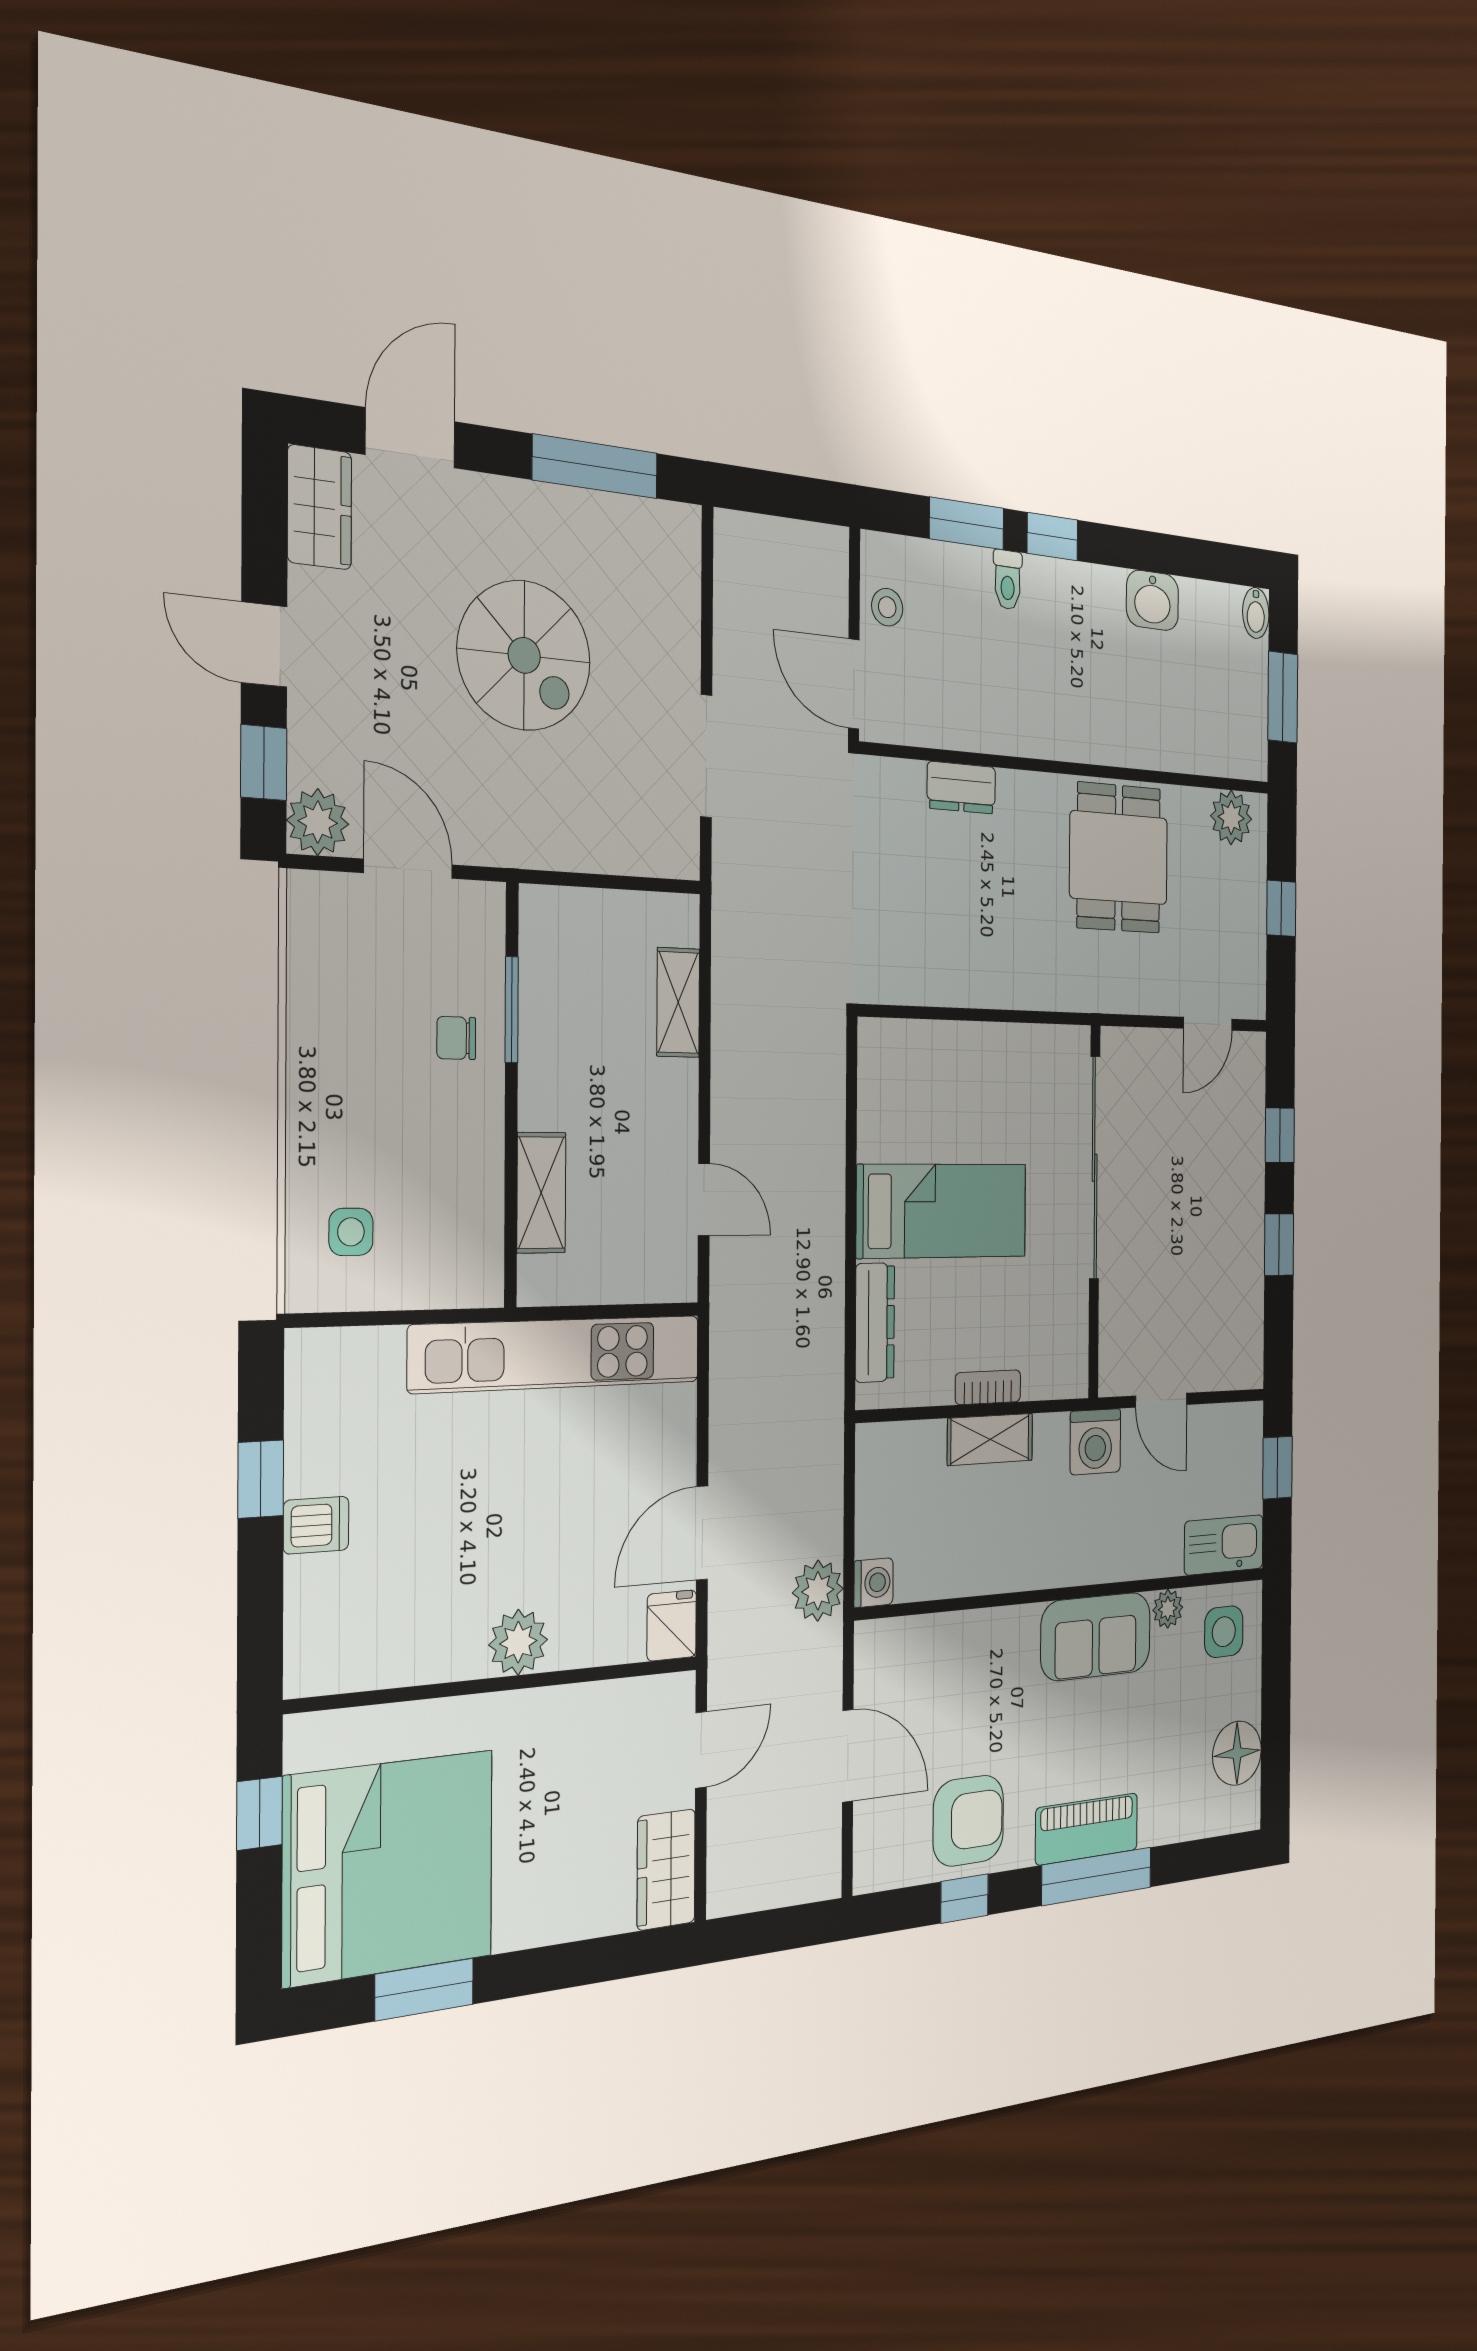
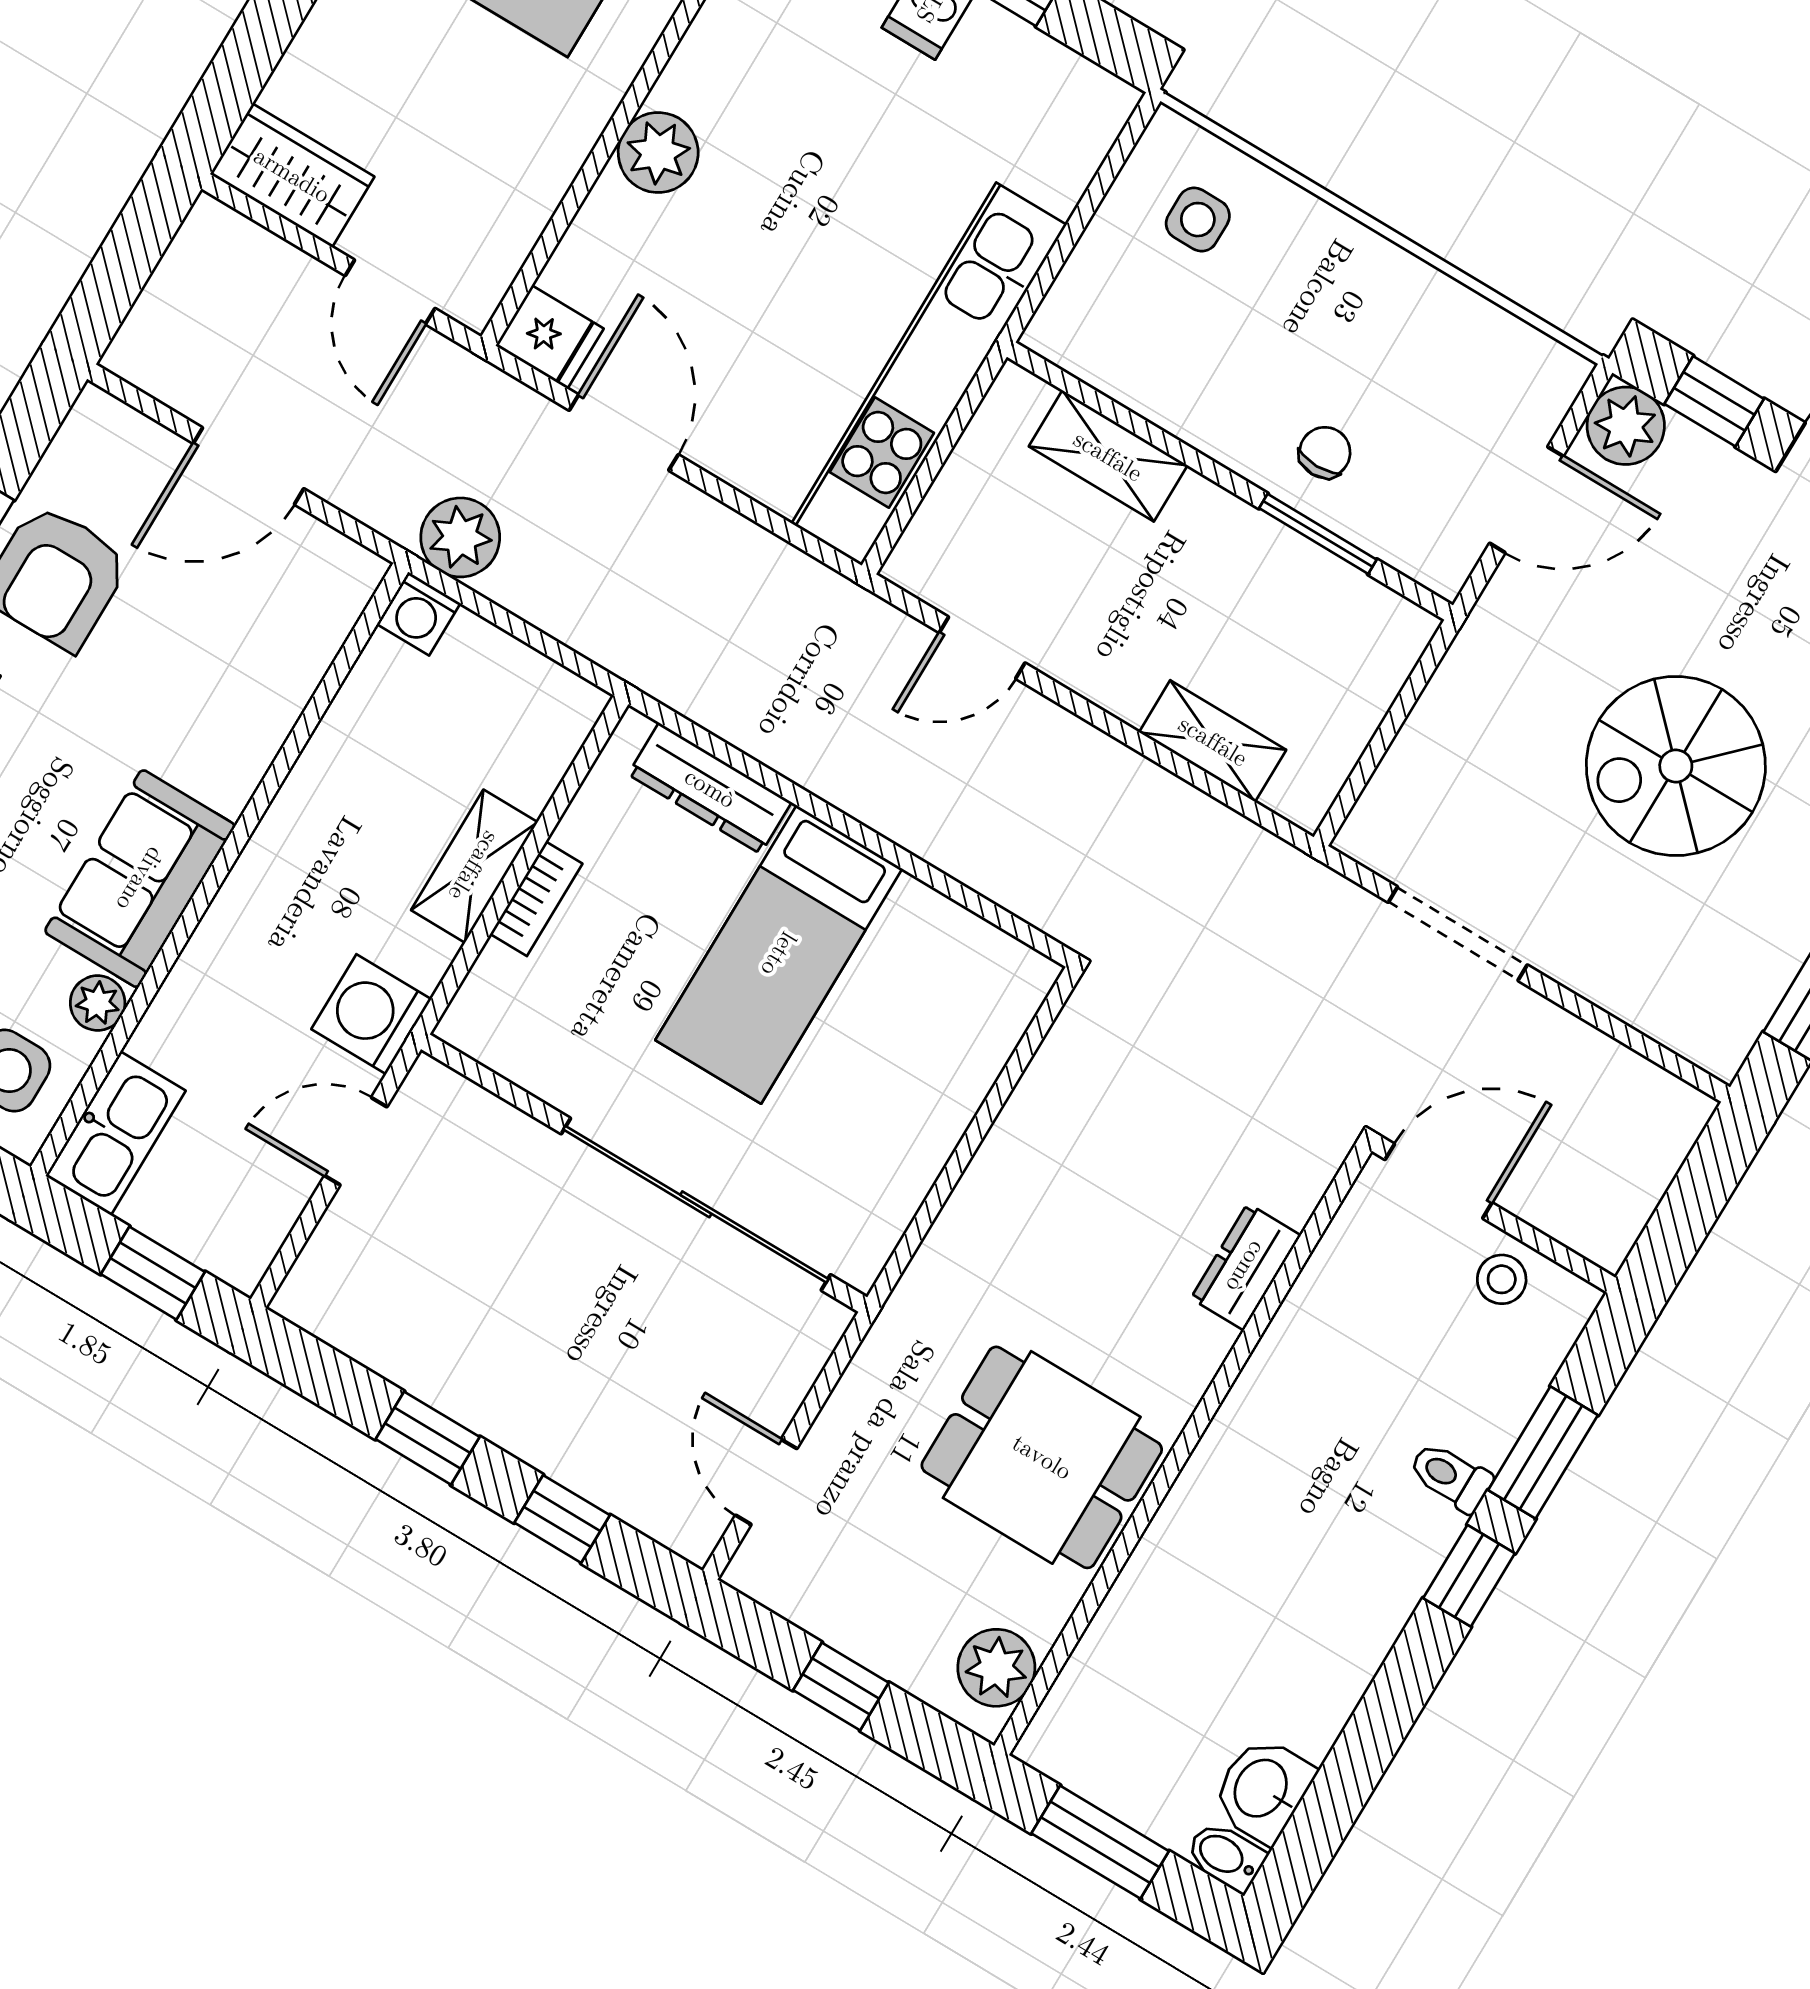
washbasin: (1152, 600) -> (1263, 1789), moved

